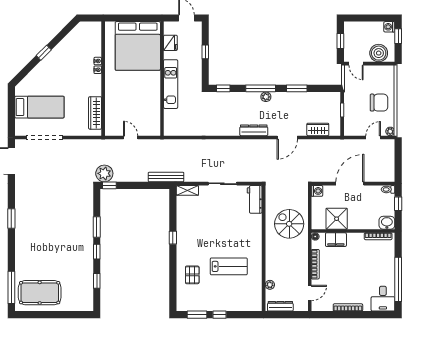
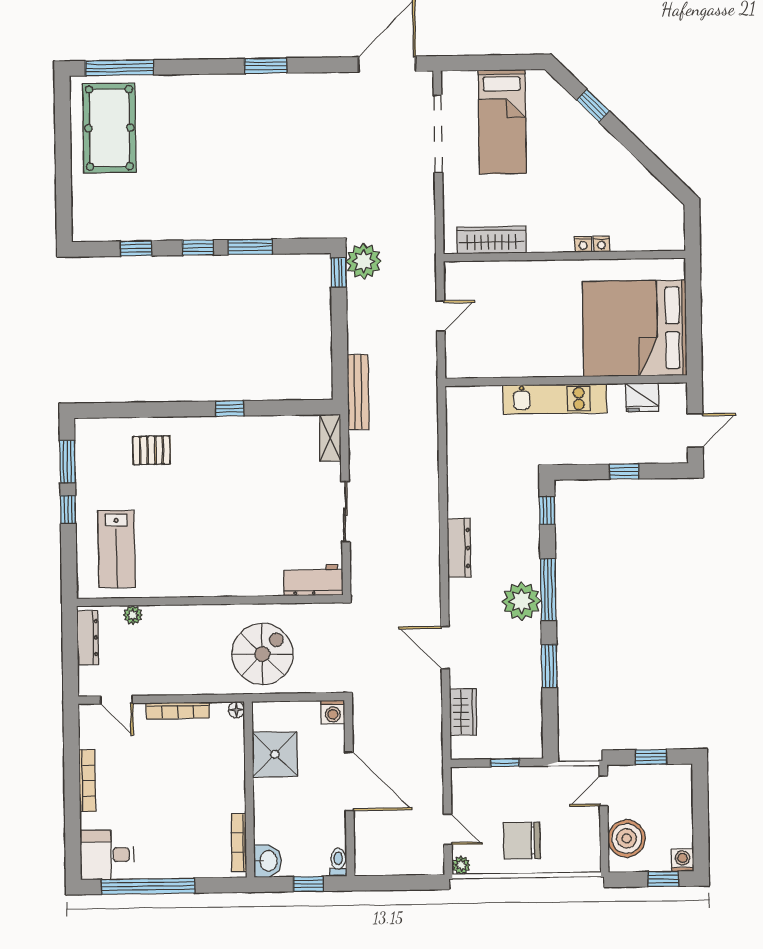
window: (44, 53) -> (593, 106), moved
plant: (266, 97) -> (522, 601), width x1.88, depth x1.88
chair: (379, 103) -> (522, 841), turned 90
dresser: (254, 130) -> (459, 548), moved
filing cabinet: (336, 240) -> (230, 753), removed
lab bench: (229, 266) -> (117, 549), moved

